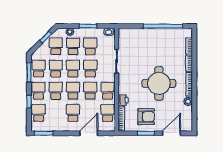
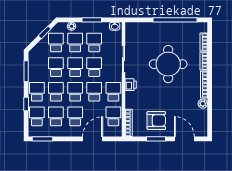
school desk: (39, 69) -> (56, 116), moved
round table: (159, 83) -> (168, 64), moved
printer: (123, 100) -> (131, 85), moved
door: (171, 133) -> (184, 139), hinge flipped

